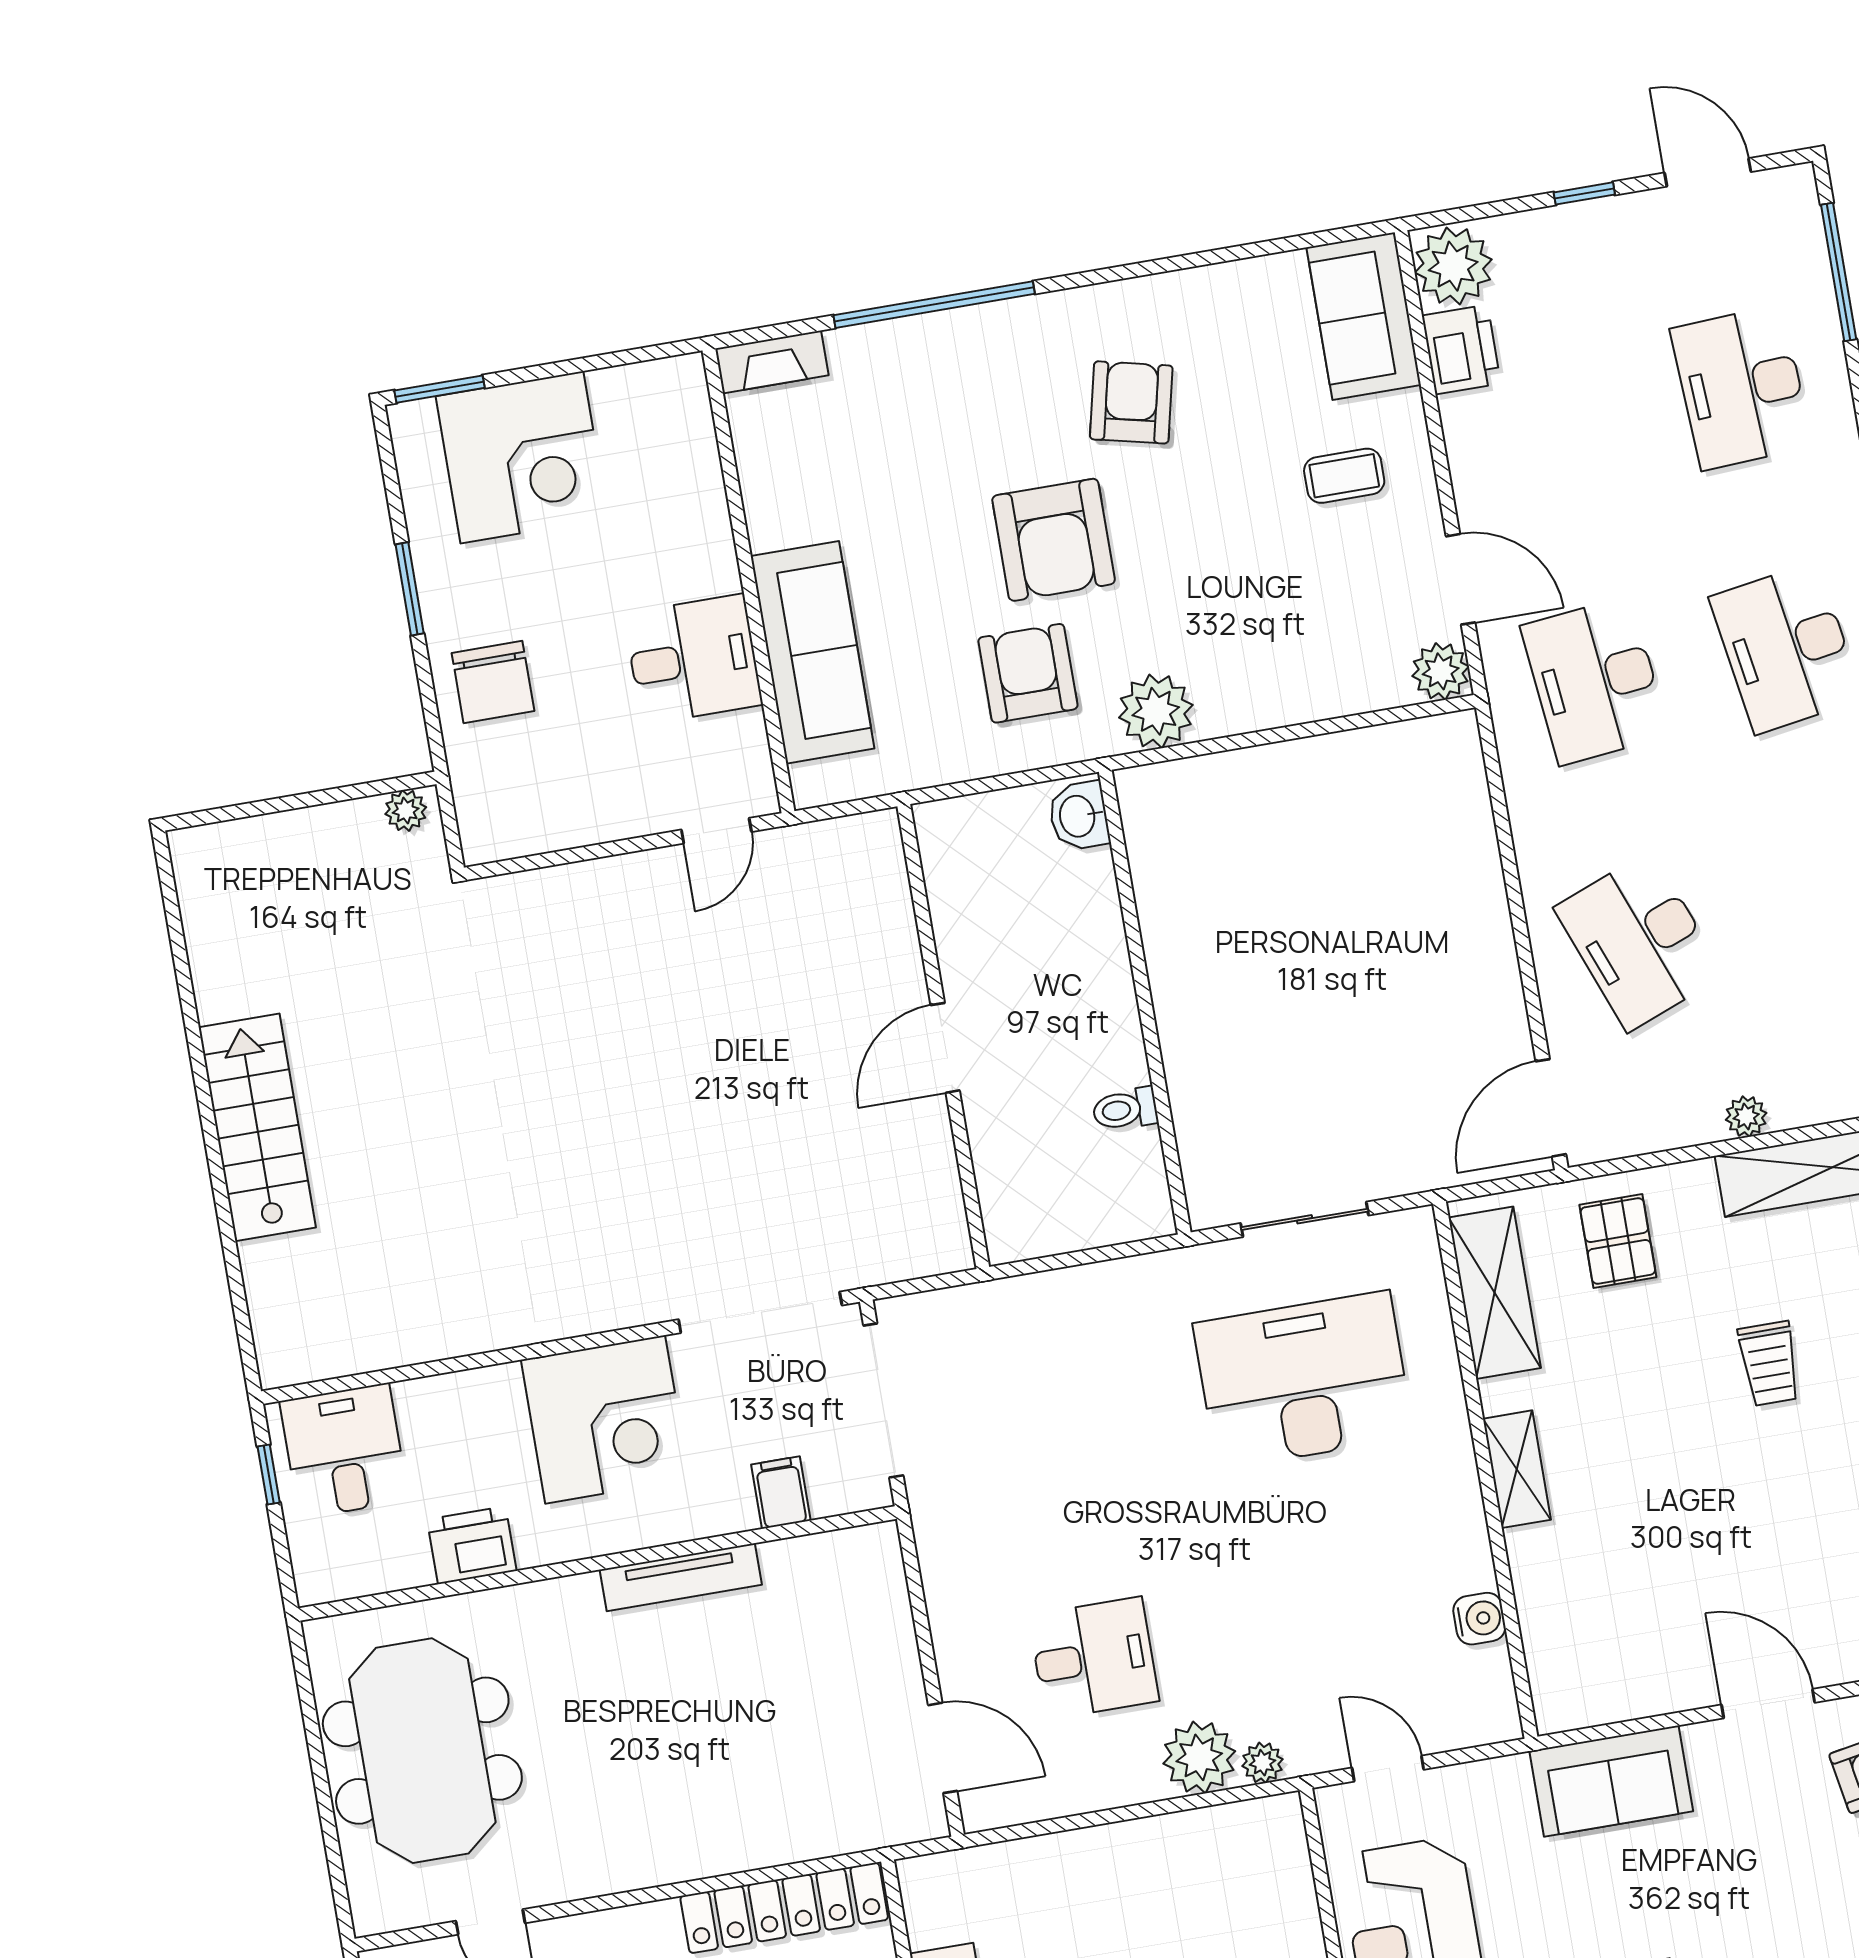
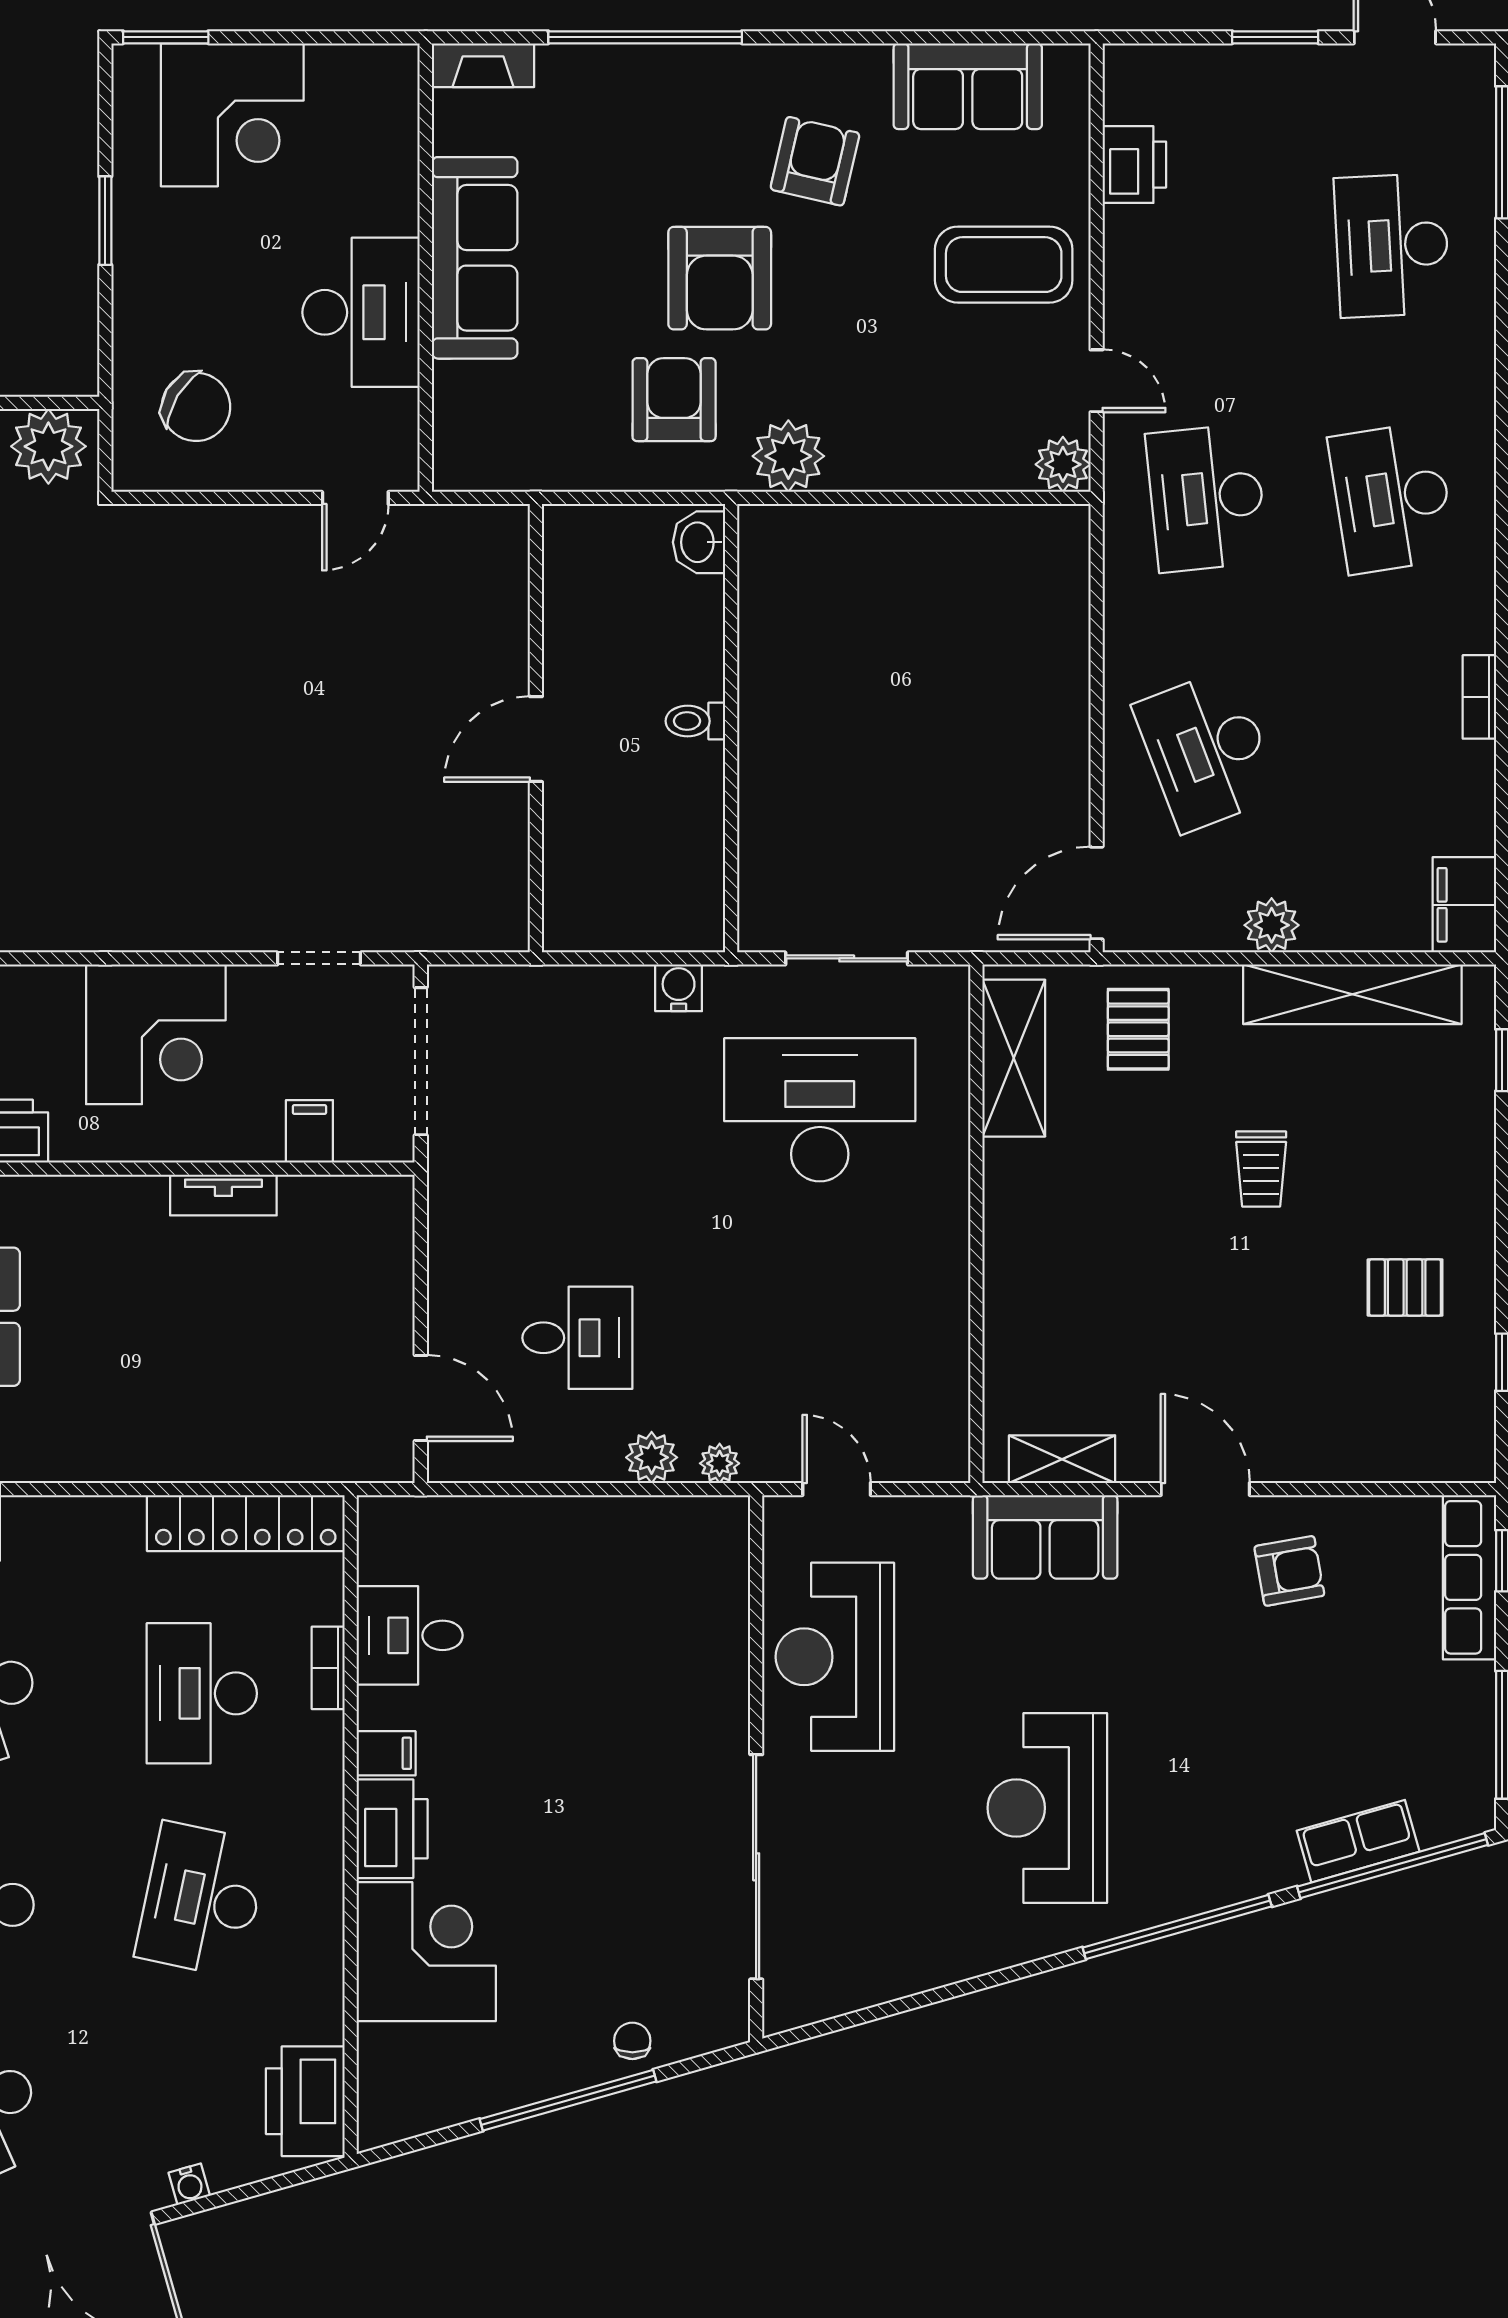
window: (1584, 193) -> (1275, 37), width x1.50
plant: (1453, 266) -> (1140, 85), removed
sofa: (1364, 316) -> (968, 86), moved, turned -90
coffee table: (1344, 476) -> (1004, 265), width x1.86, depth x1.72
door: (1461, 579) -> (1097, 381), width x0.73
sofa: (813, 652) -> (475, 258), moved
desk: (693, 659) -> (361, 312), width x1.37
chair: (493, 682) -> (196, 407), moved, turned -59
plant: (406, 811) -> (48, 446), width x1.87, depth x1.87
toilet: (1125, 1109) -> (695, 721), moved
plant: (1746, 1116) -> (1272, 925), width x1.38, depth x1.38
doorway: (760, 1312) -> (319, 958), width x0.53
shelving: (1517, 1469) -> (1062, 1459), moved, turned 90
tv unit: (681, 1577) -> (223, 1195), width x0.71
water cooler: (1479, 1619) -> (679, 988), moved, turned -90
plant: (1199, 1757) -> (652, 1457), width x0.73, depth x0.73

